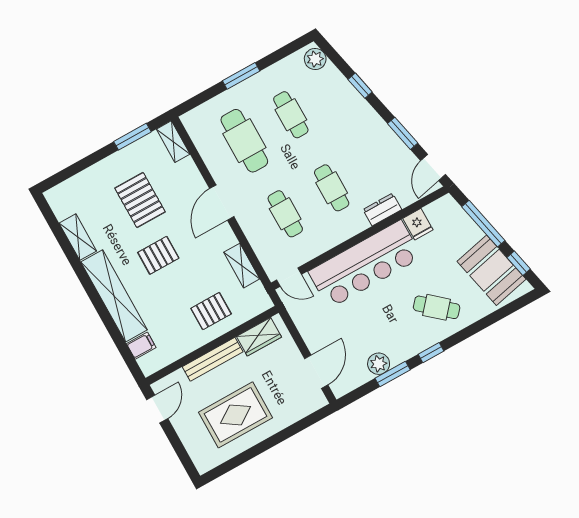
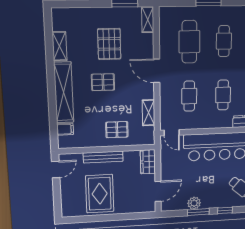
door: (222, 203) -> (157, 71), hinge flipped
wardrobe: (259, 337) -> (148, 162), moved, turned 90
rug: (236, 415) -> (100, 194), turned 90

